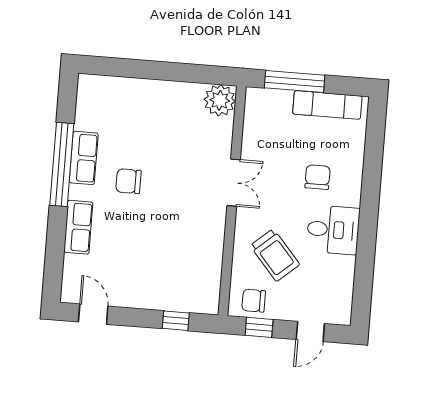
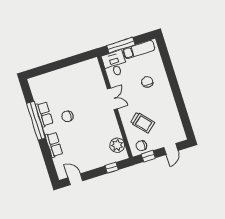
plant: (220, 100) -> (117, 145), moved
desk: (333, 230) -> (115, 64), moved, turned -90

